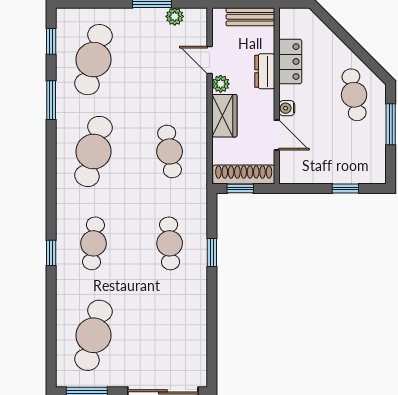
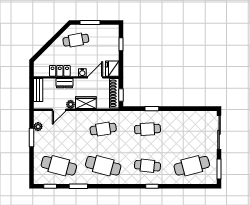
fridge: (295, 170) -> (112, 69), added
cafe table: (93, 335) -> (192, 166), turned -30

